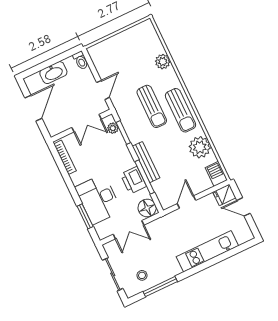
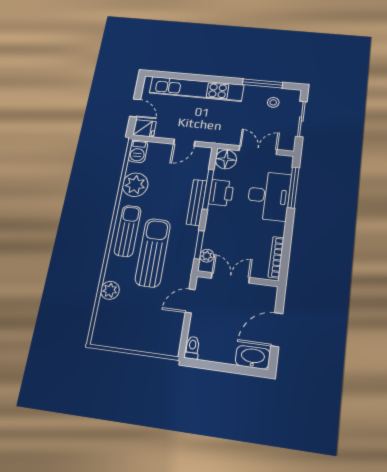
washbasin: (53, 73) -> (253, 357), moved
sun lounger: (152, 106) -> (153, 253), width x1.36, depth x1.34
window: (85, 216) -> (293, 187), width x1.44
kitchen unit: (207, 251) -> (196, 89), width x1.36

